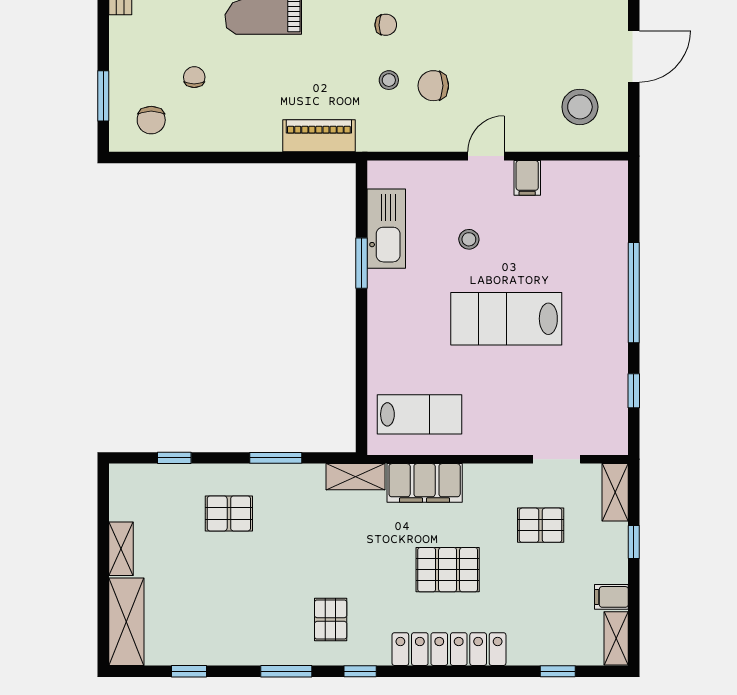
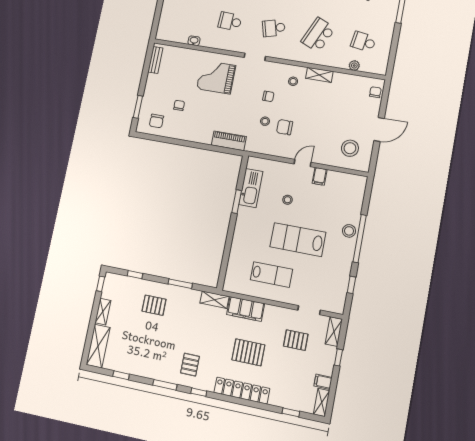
stool: (609, 281) -> (349, 231), added
lab bench: (419, 414) -> (271, 275), moved
window: (103, 492) -> (101, 284), added

